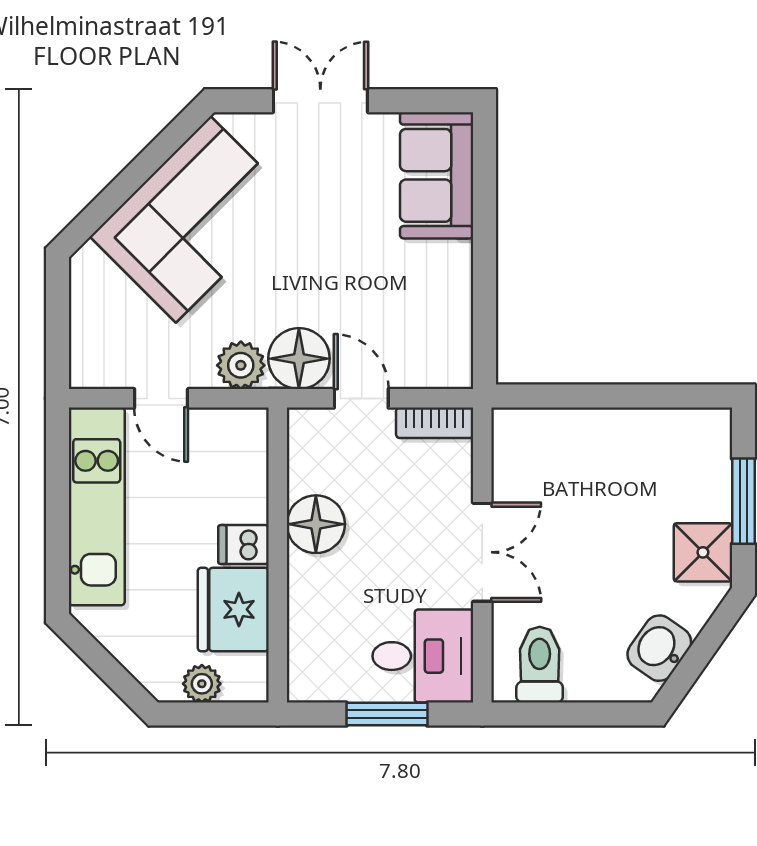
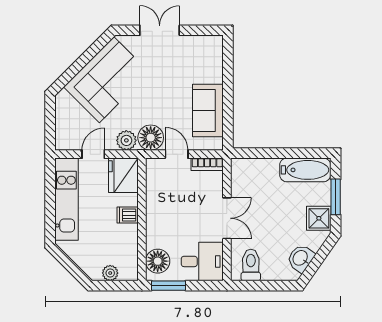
sofa: (437, 175) -> (208, 111), moved
door: (161, 398) -> (93, 154), swing flipped
bathtub: (670, 436) -> (305, 170), added
floor lamp: (316, 524) -> (158, 261), moved
fridge: (233, 609) -> (123, 175), moved
window: (387, 714) -> (168, 286), moved

